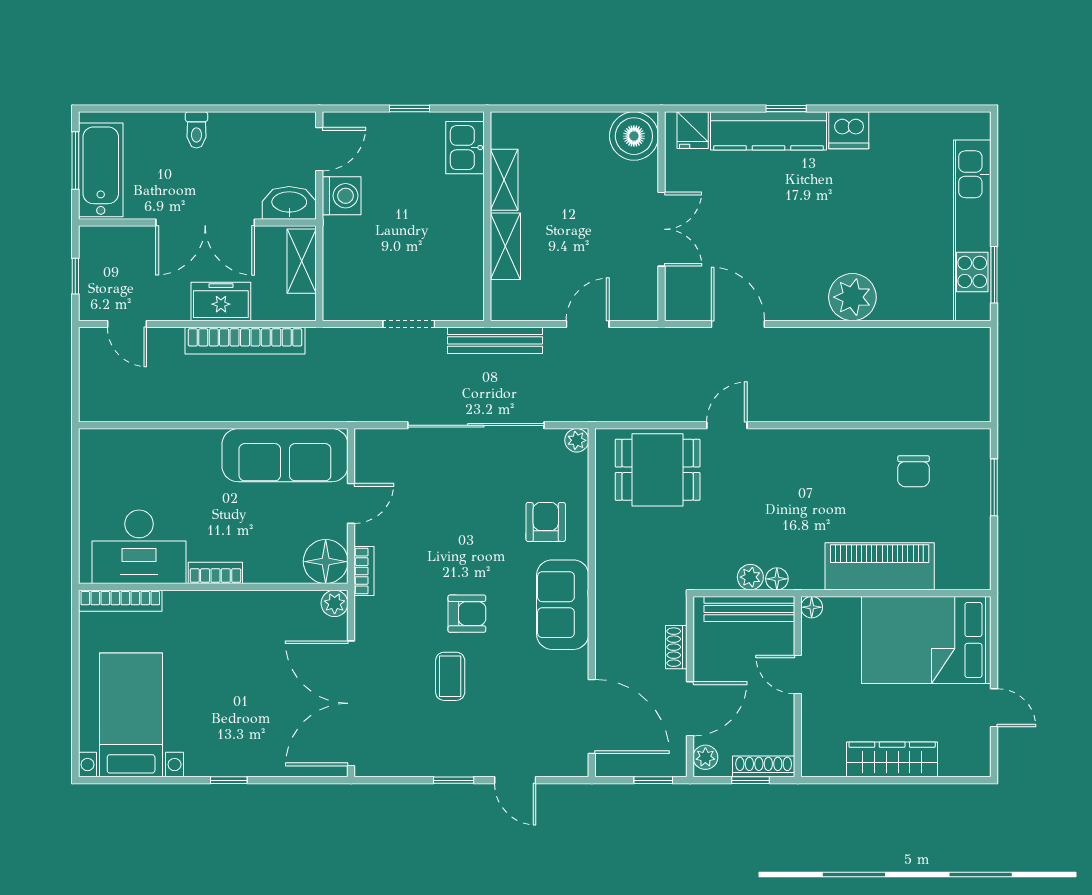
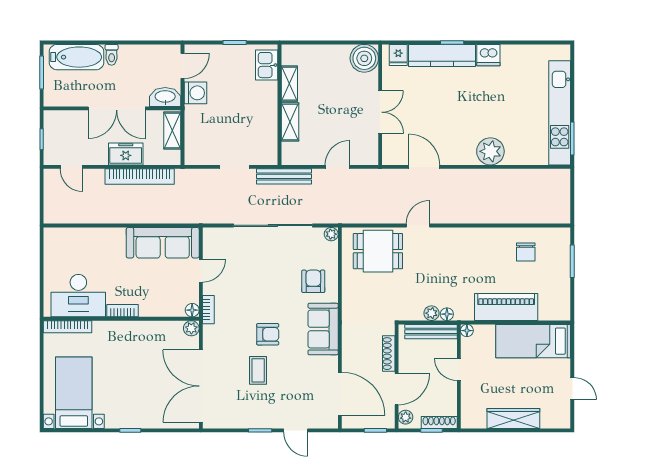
bathtub: (101, 170) -> (77, 57), moved, turned 90
floor lamp: (326, 562) -> (192, 310), width x0.53, depth x0.53
bed: (926, 640) -> (533, 341), width x0.67
shoe rack: (676, 647) -> (389, 354), width x1.43

